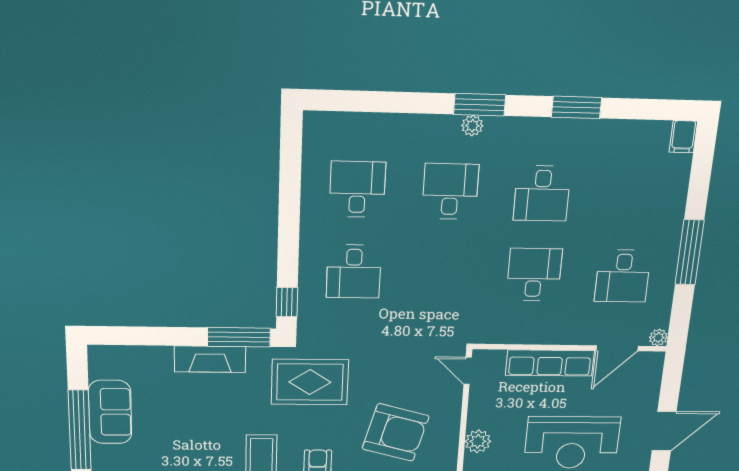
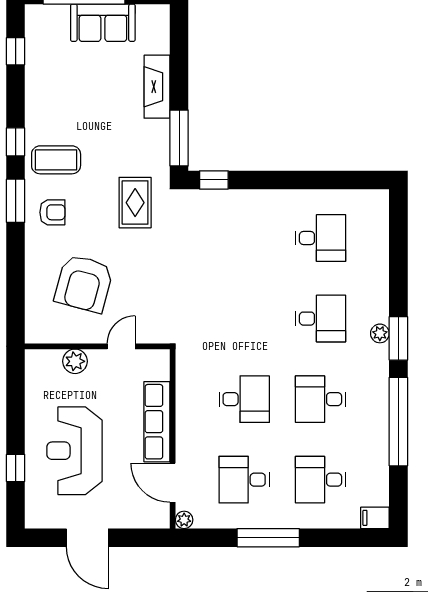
window: (576, 107) -> (398, 422), width x2.11
desk: (354, 272) -> (321, 480), moved
fireplace: (210, 359) -> (157, 87), moved
door: (468, 371) -> (121, 346), moved
rug: (310, 382) -> (135, 203), width x0.73, depth x0.70

